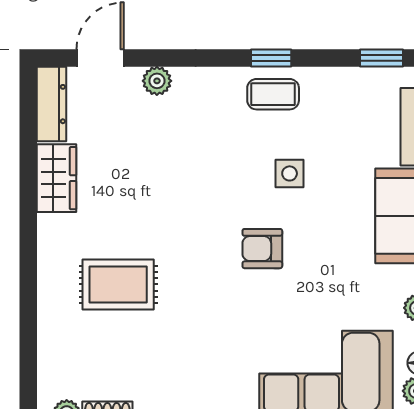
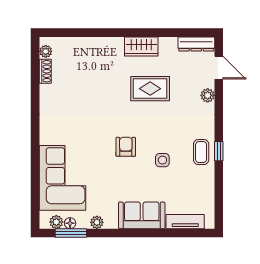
window: (382, 58) -> (219, 205), removed
wardrobe: (56, 178) -> (141, 46), moved
rug: (118, 284) -> (150, 89), moved, turned 90

